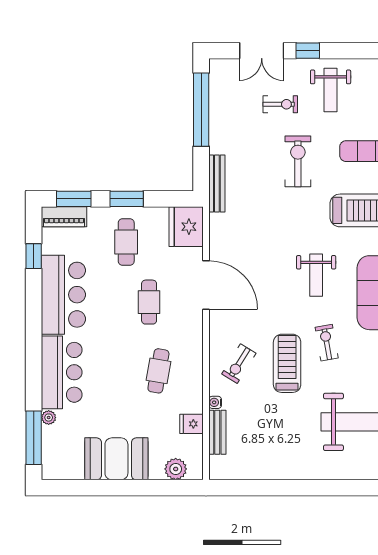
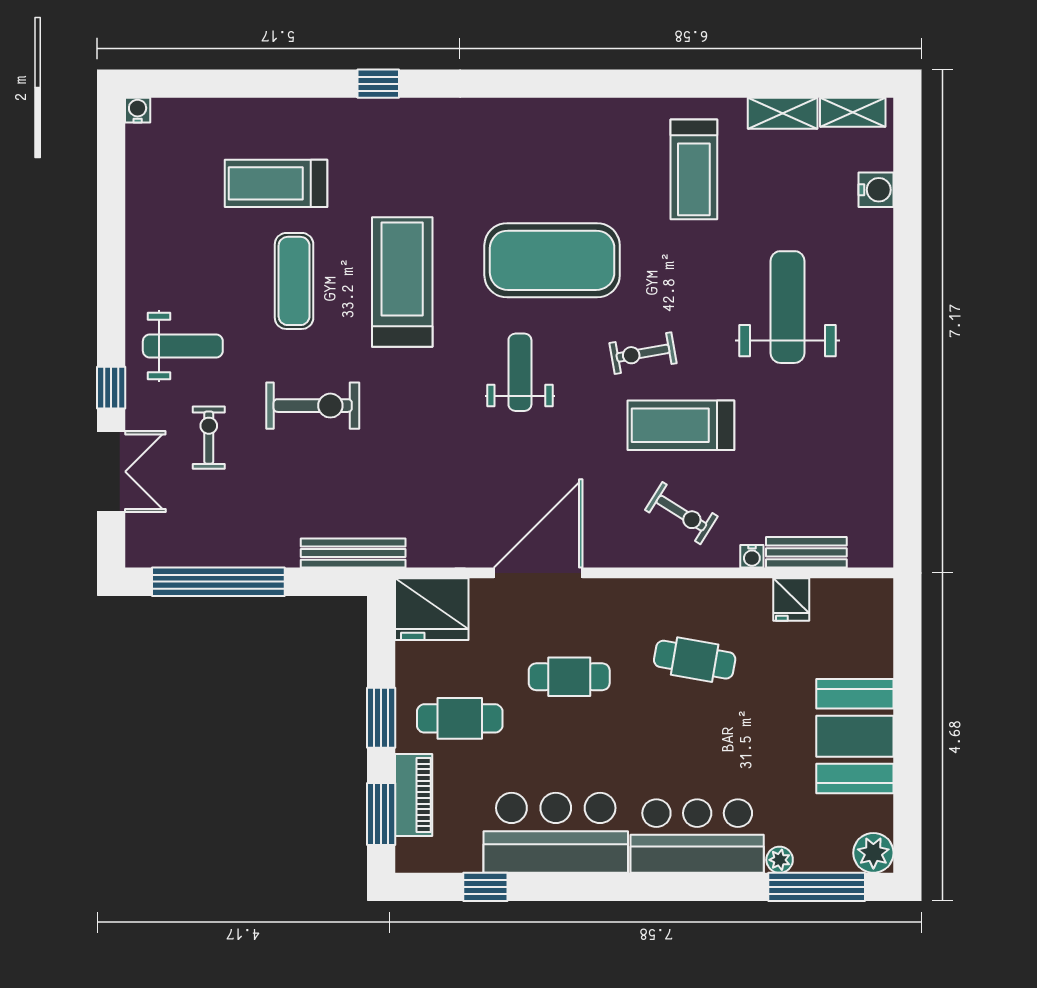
exercise bike: (298, 161) -> (313, 406), turned 180
piano: (64, 217) -> (414, 795), moved
weight bench: (316, 275) -> (520, 372), turned -90
plant: (176, 469) -> (873, 853), moved

